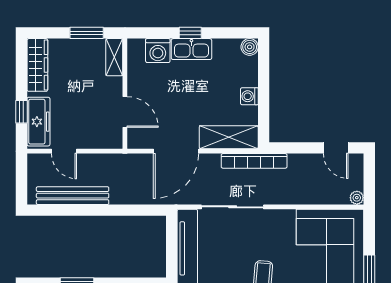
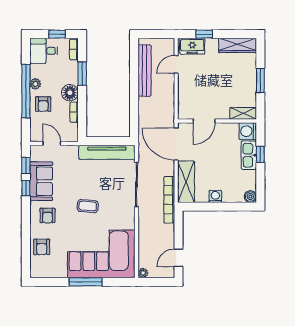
shelving: (114, 57) -> (243, 113), moved
wall: (125, 94) -> (217, 121), moved
door: (125, 112) -> (204, 121), moved
freezer: (38, 122) -> (192, 46), width x0.71

